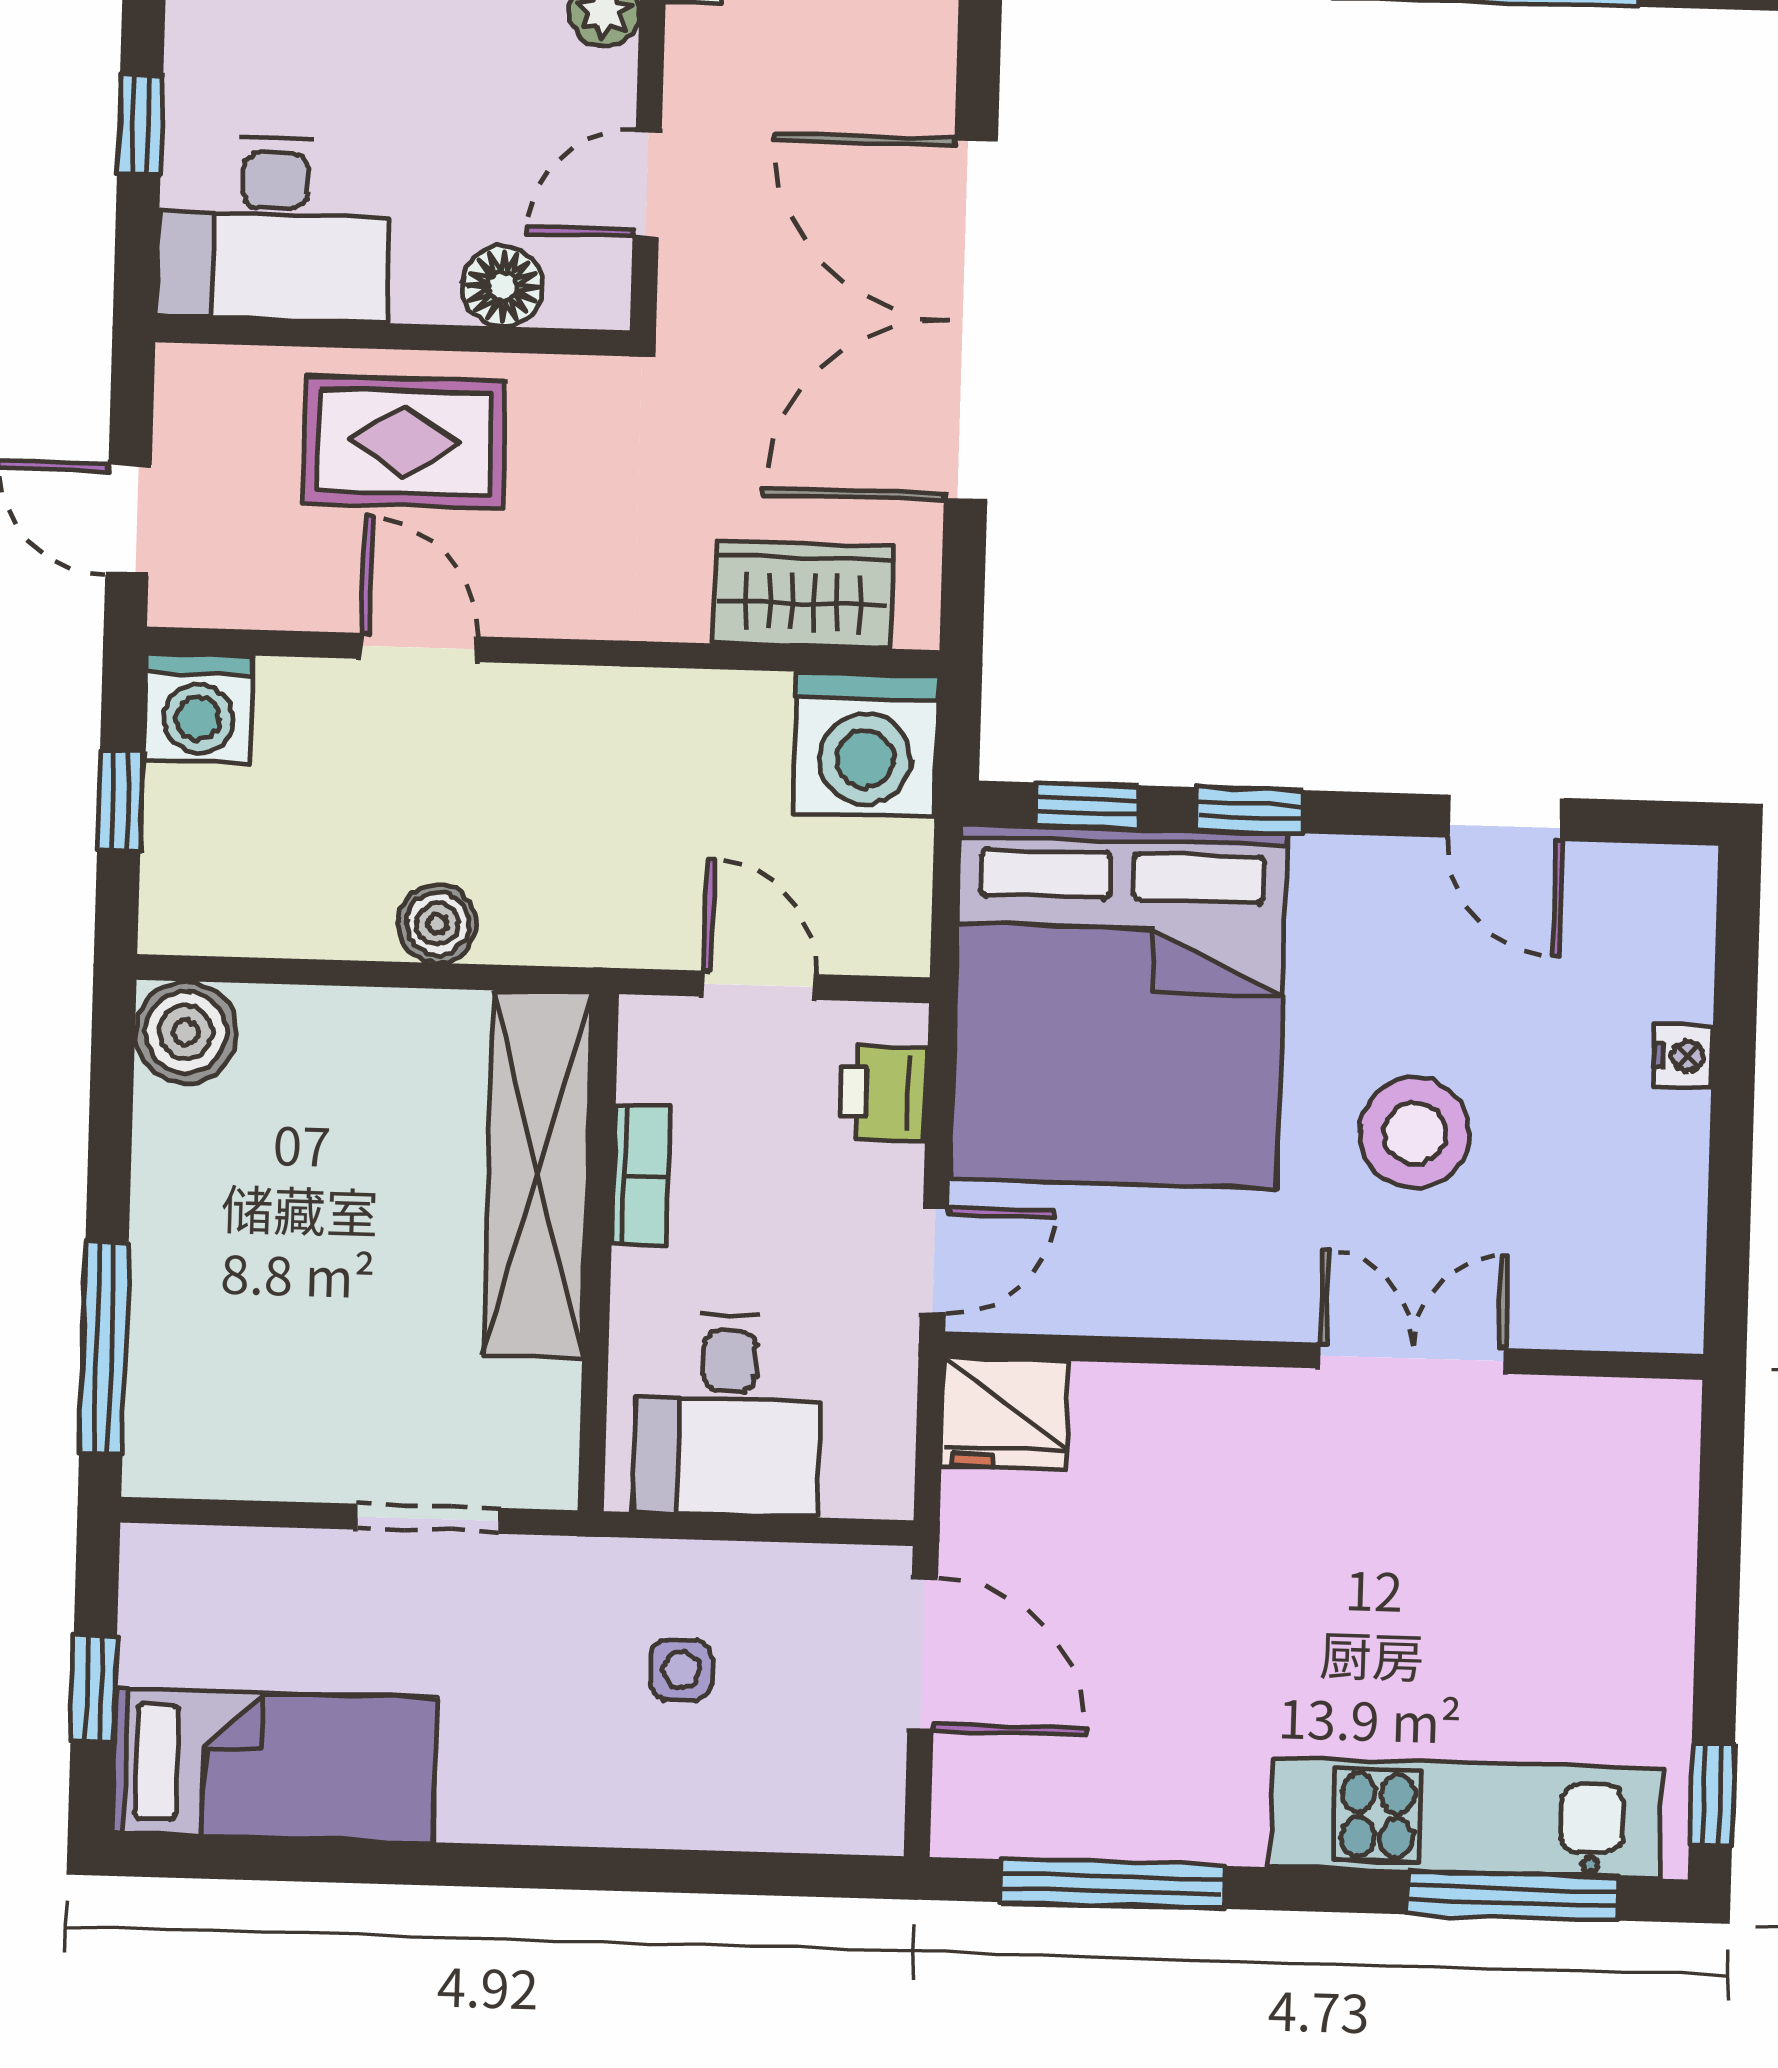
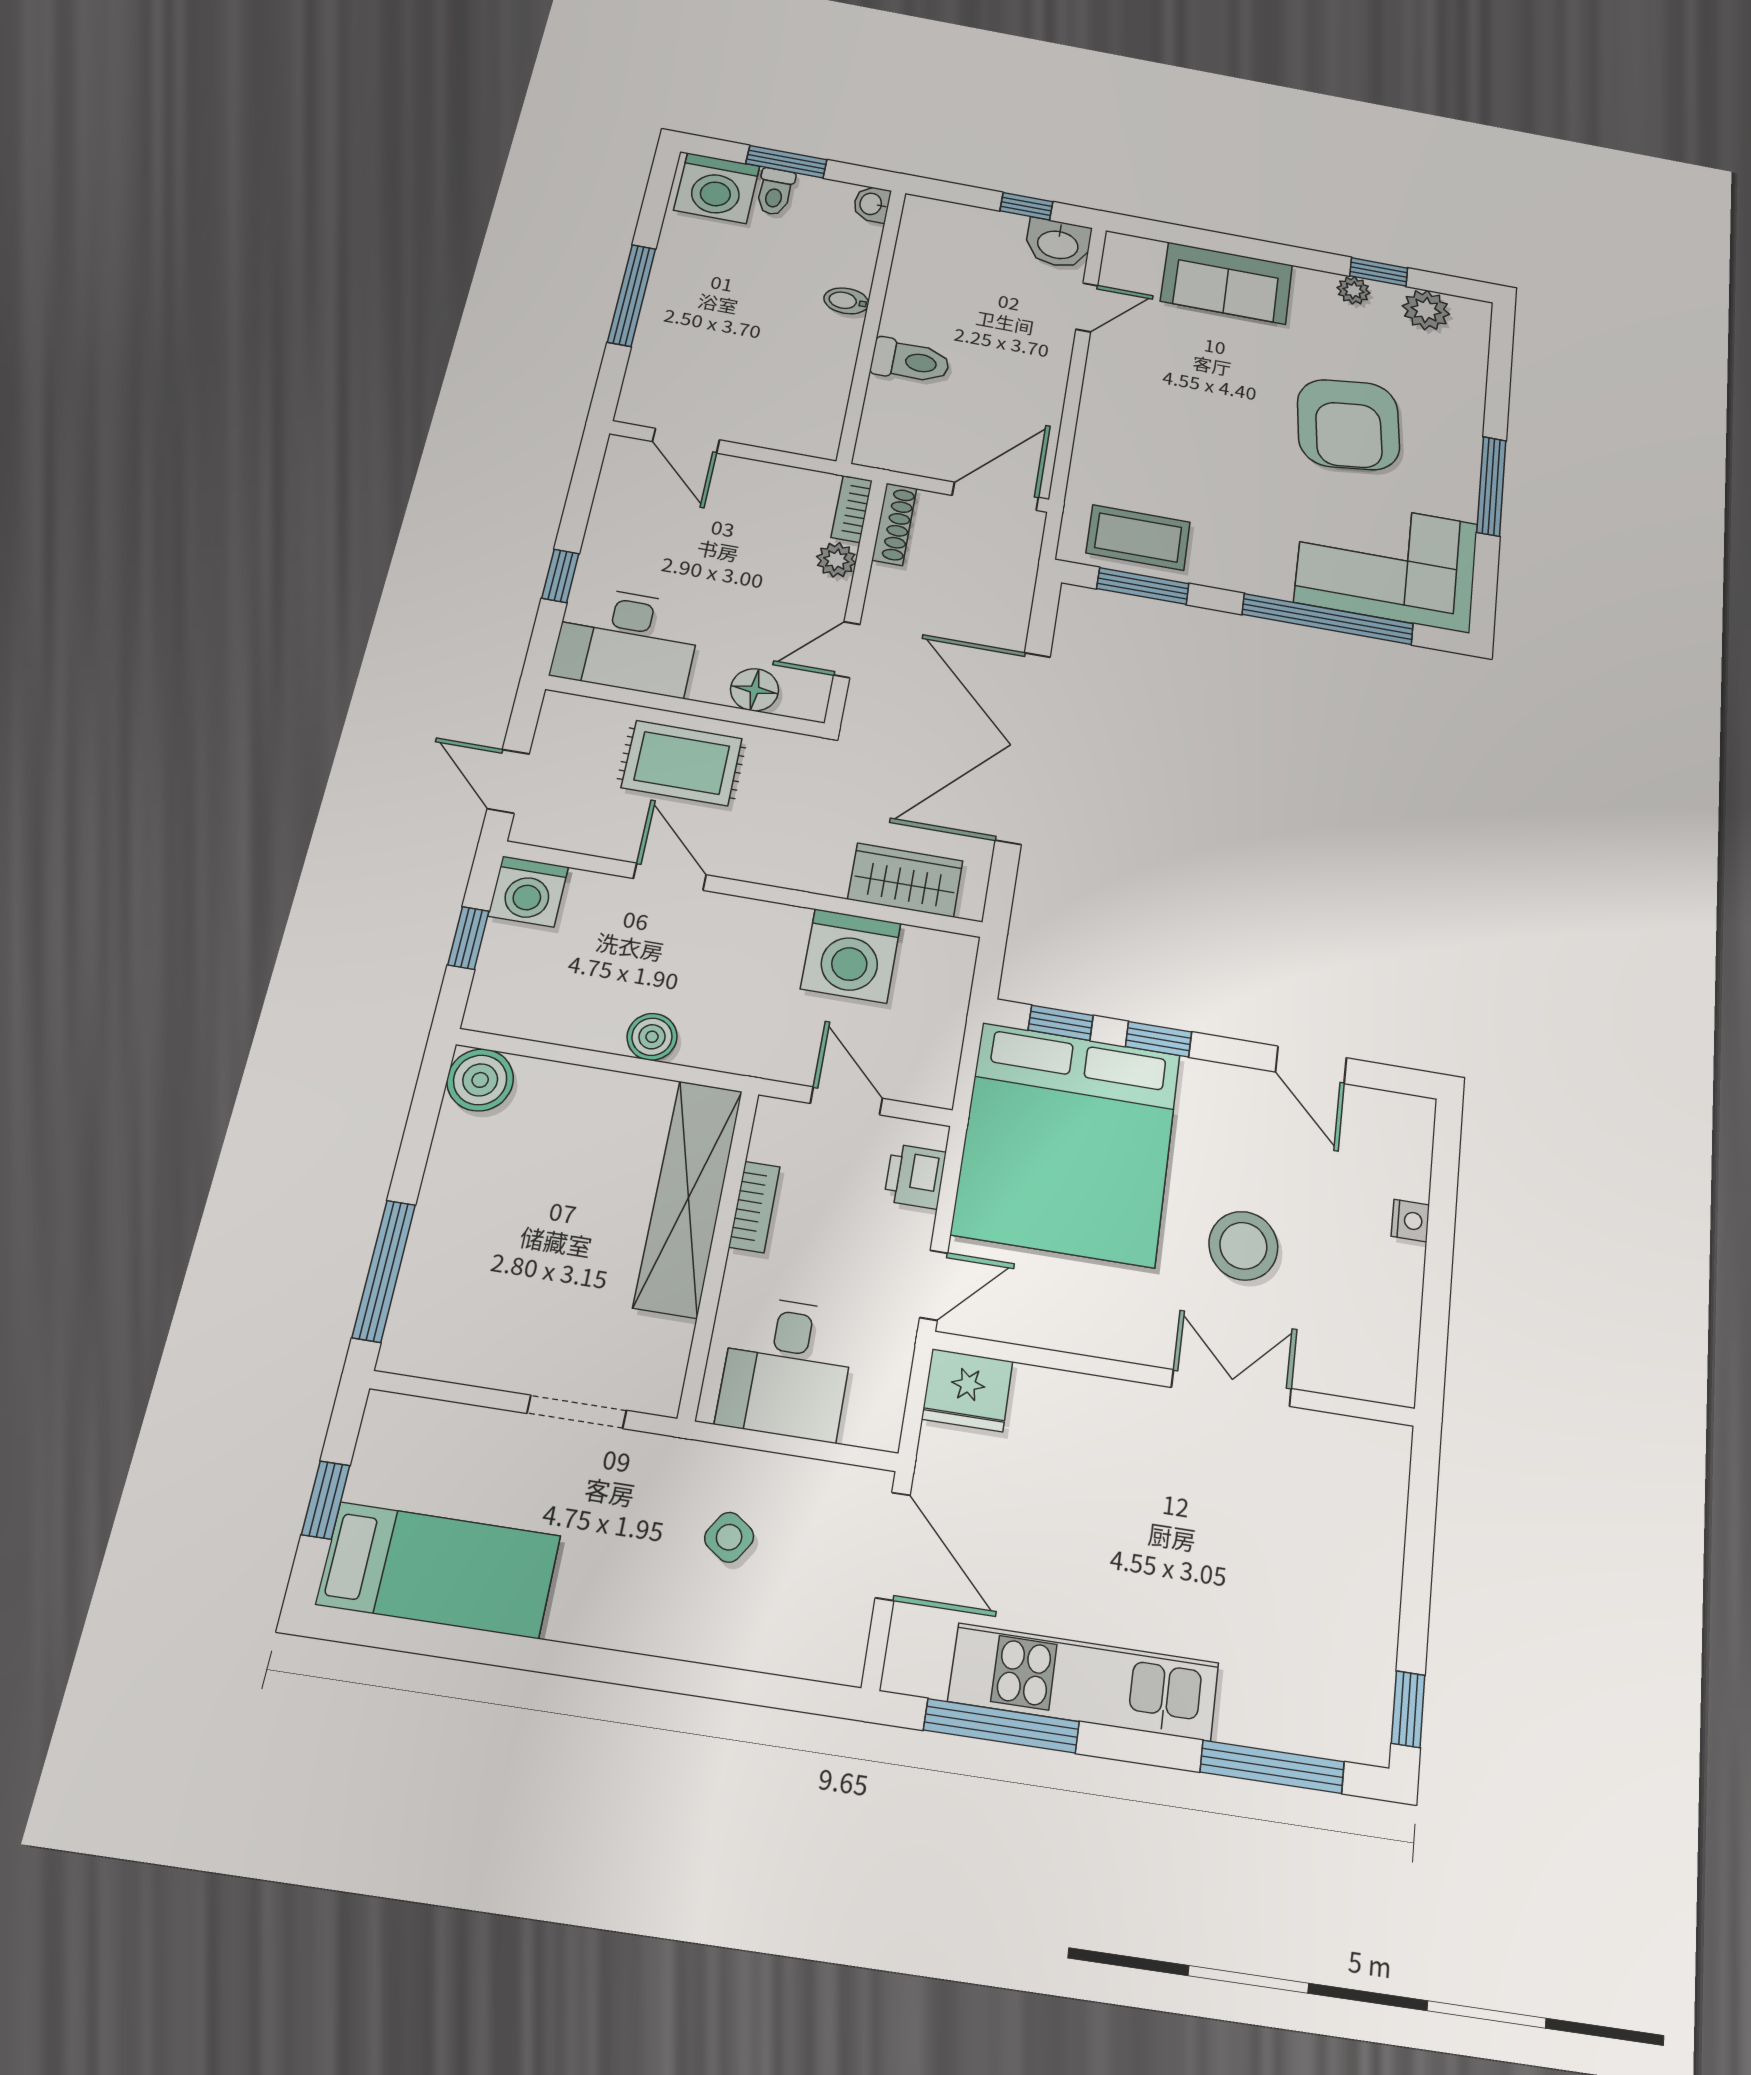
washing machine: (866, 745) -> (851, 956), moved
side table: (681, 1670) -> (729, 1537), turned 34
kitchen unit: (1467, 1818) -> (1084, 1682), moved

